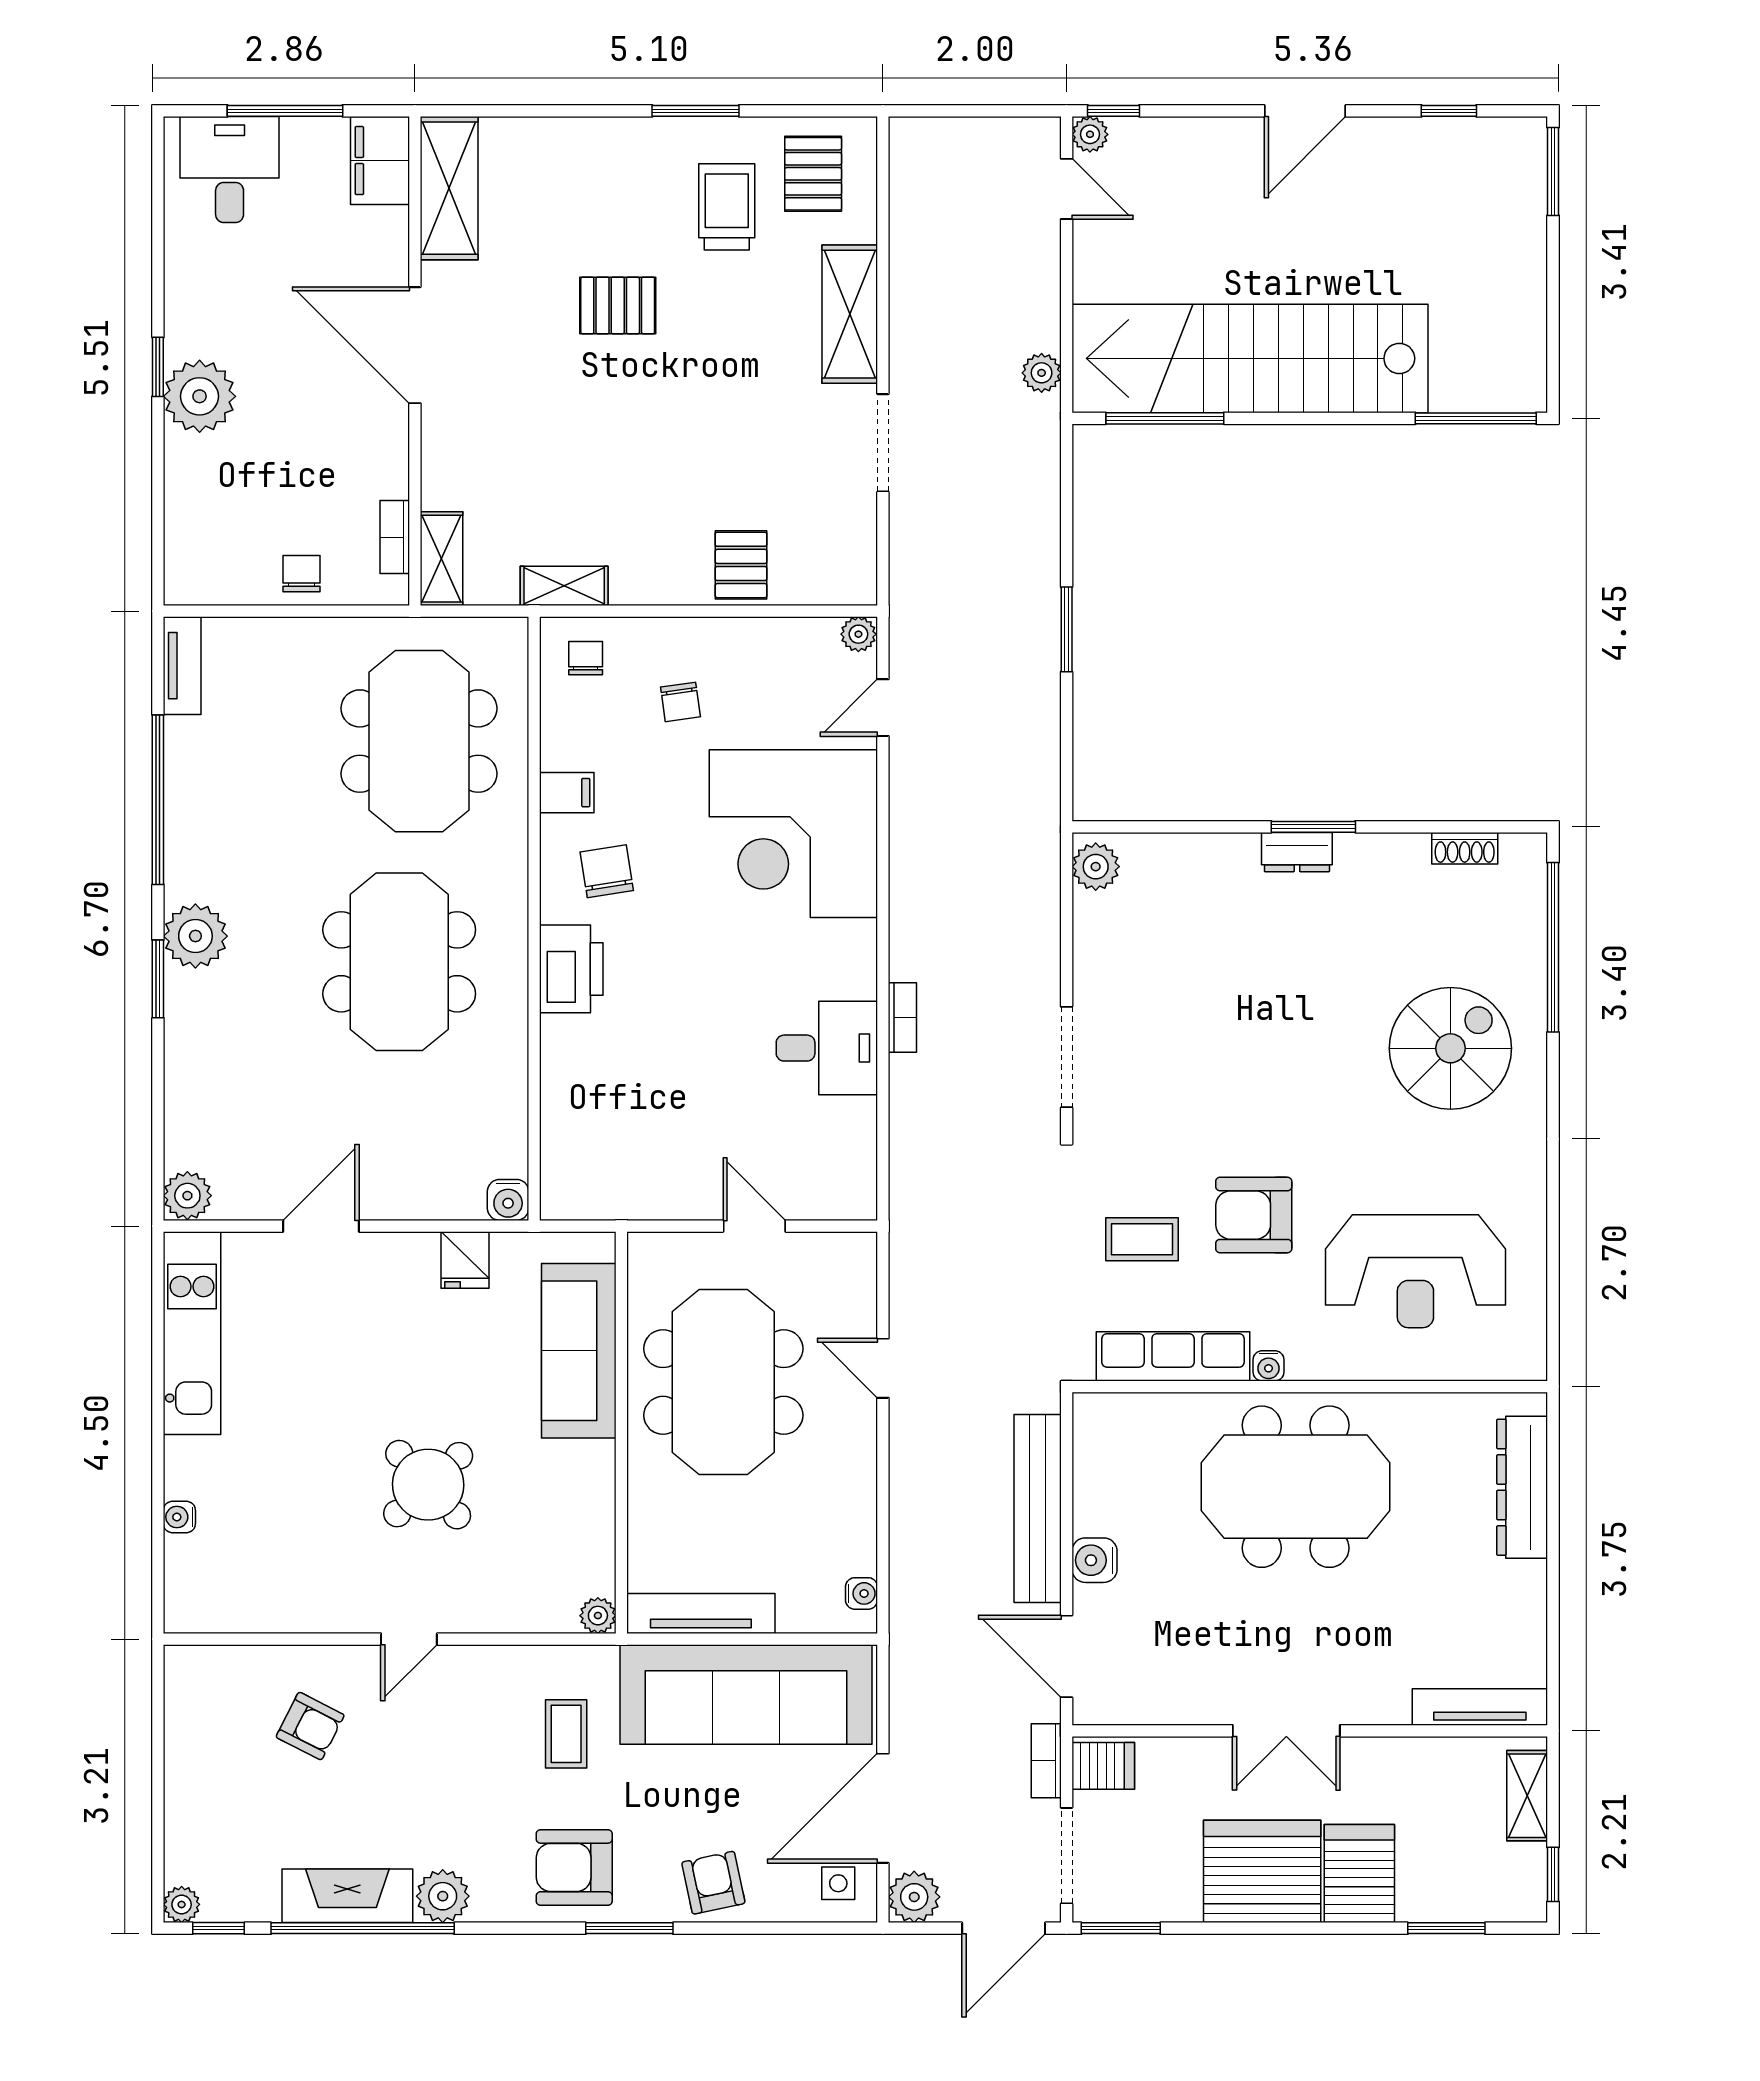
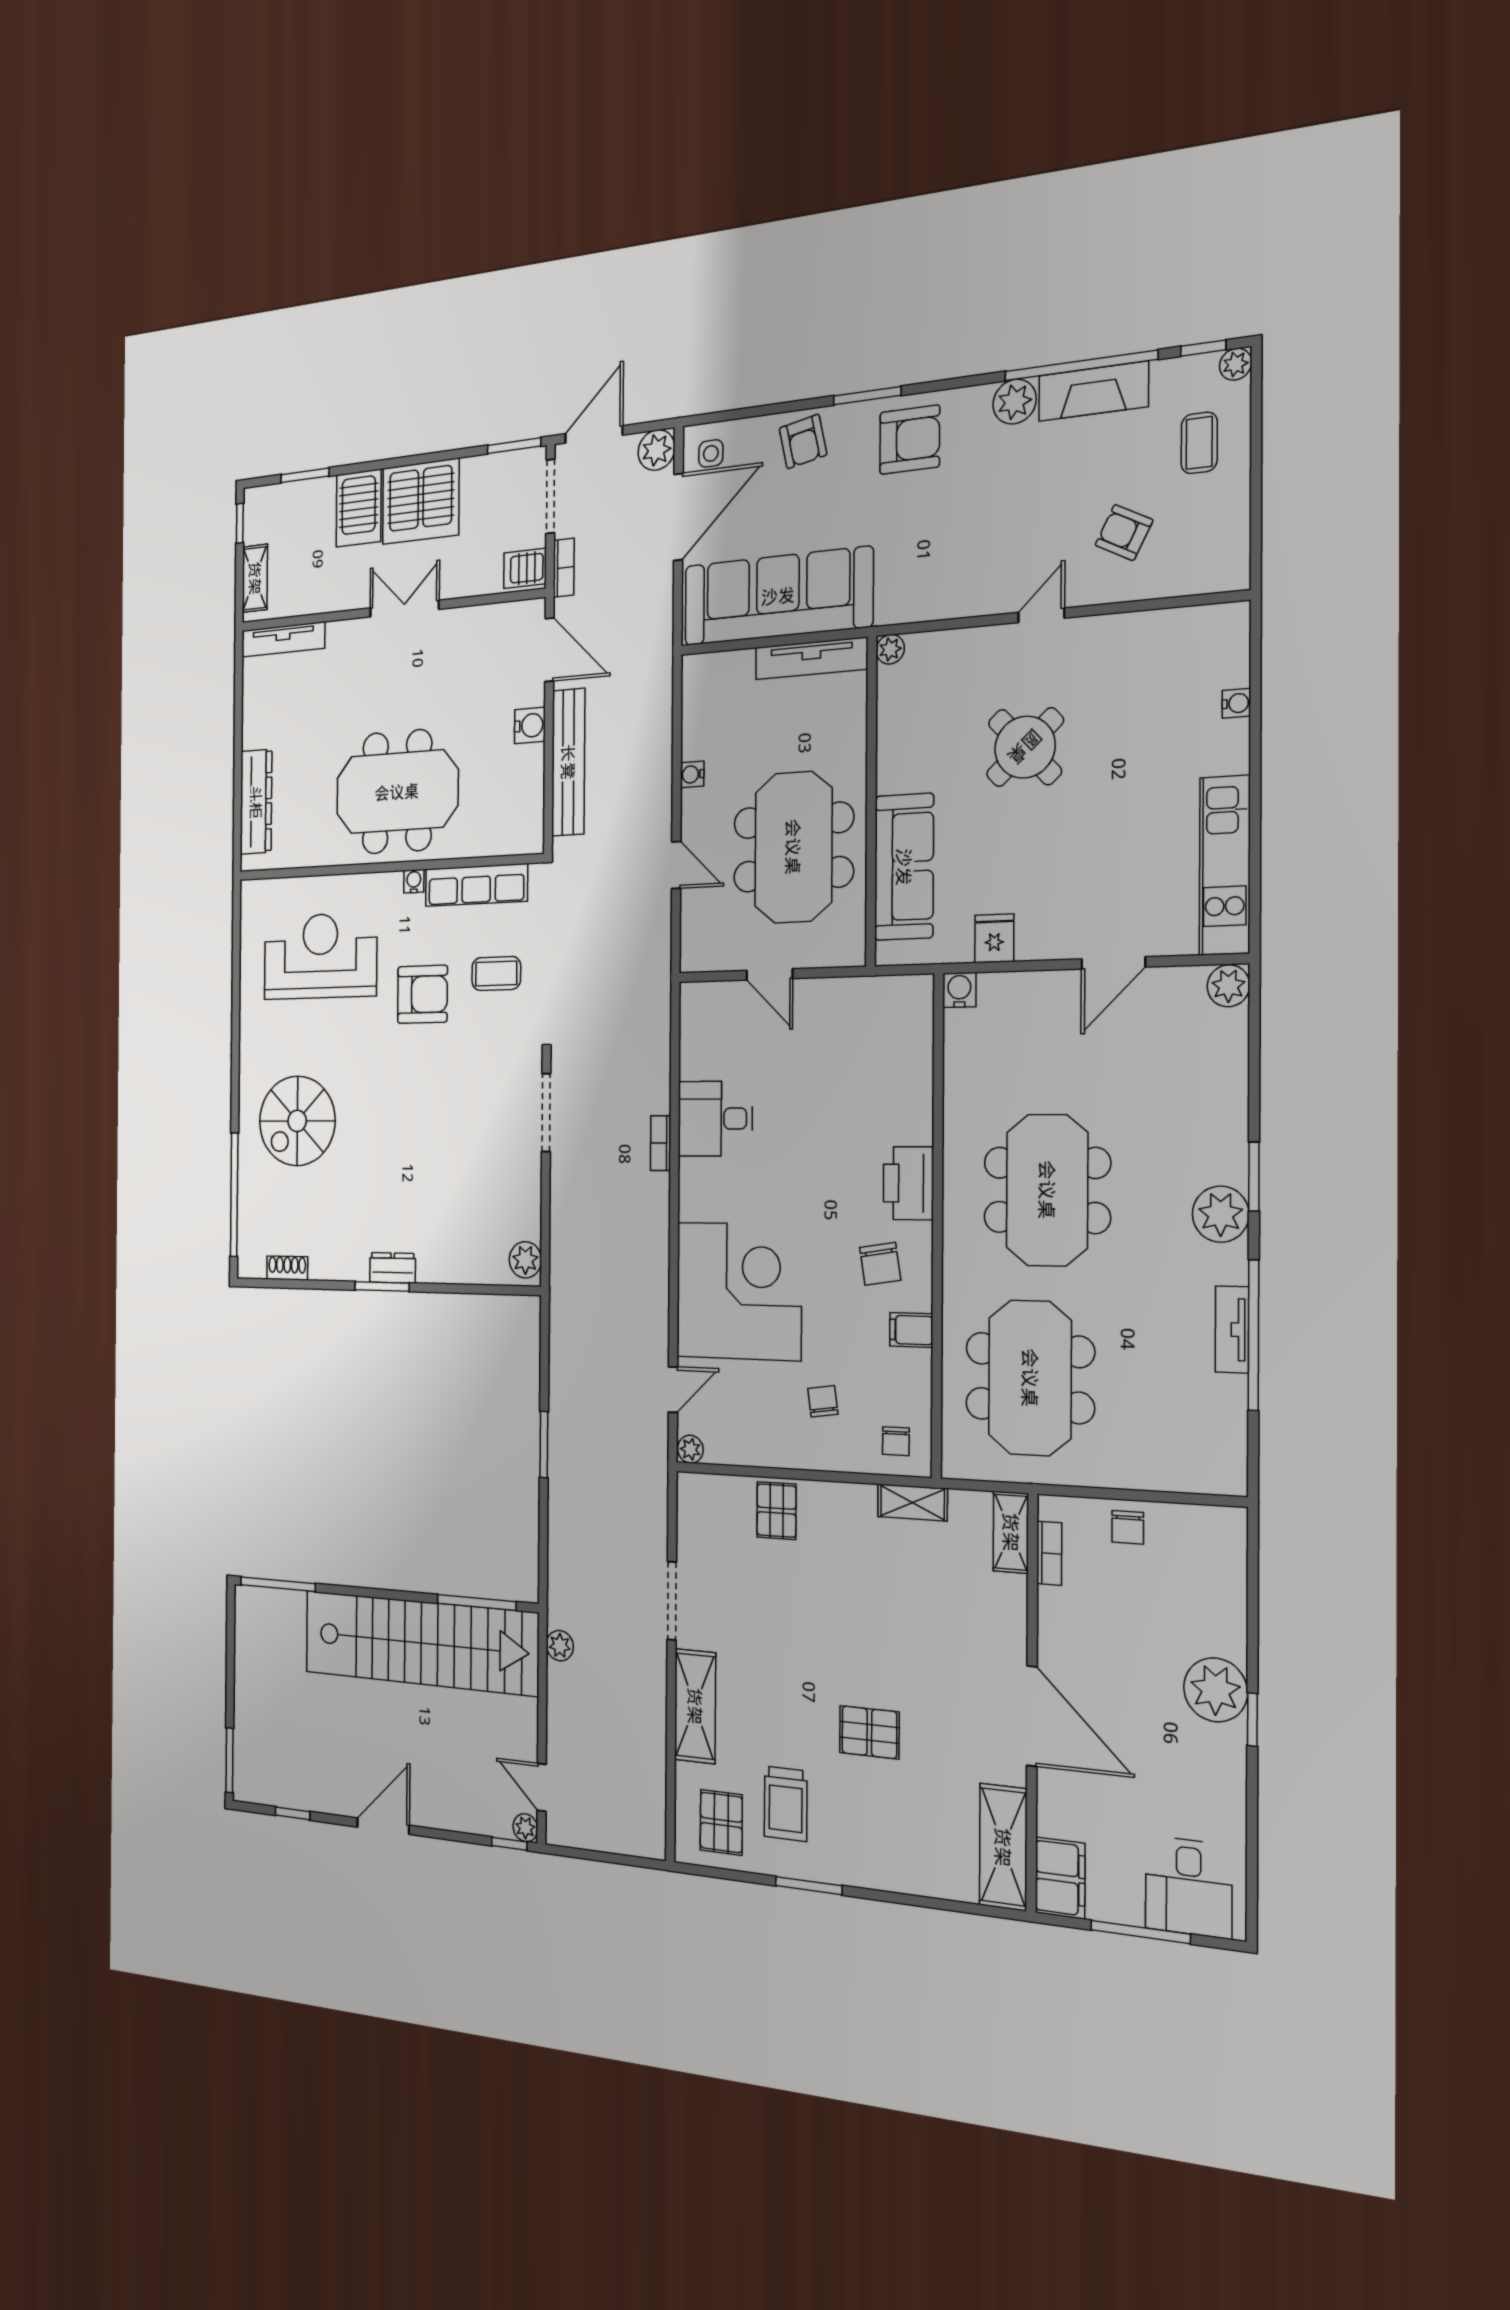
tv unit: (182, 666) -> (1232, 1330), moved
water cooler: (862, 1593) -> (692, 774), moved
coffee table: (566, 1734) -> (1199, 443), moved

